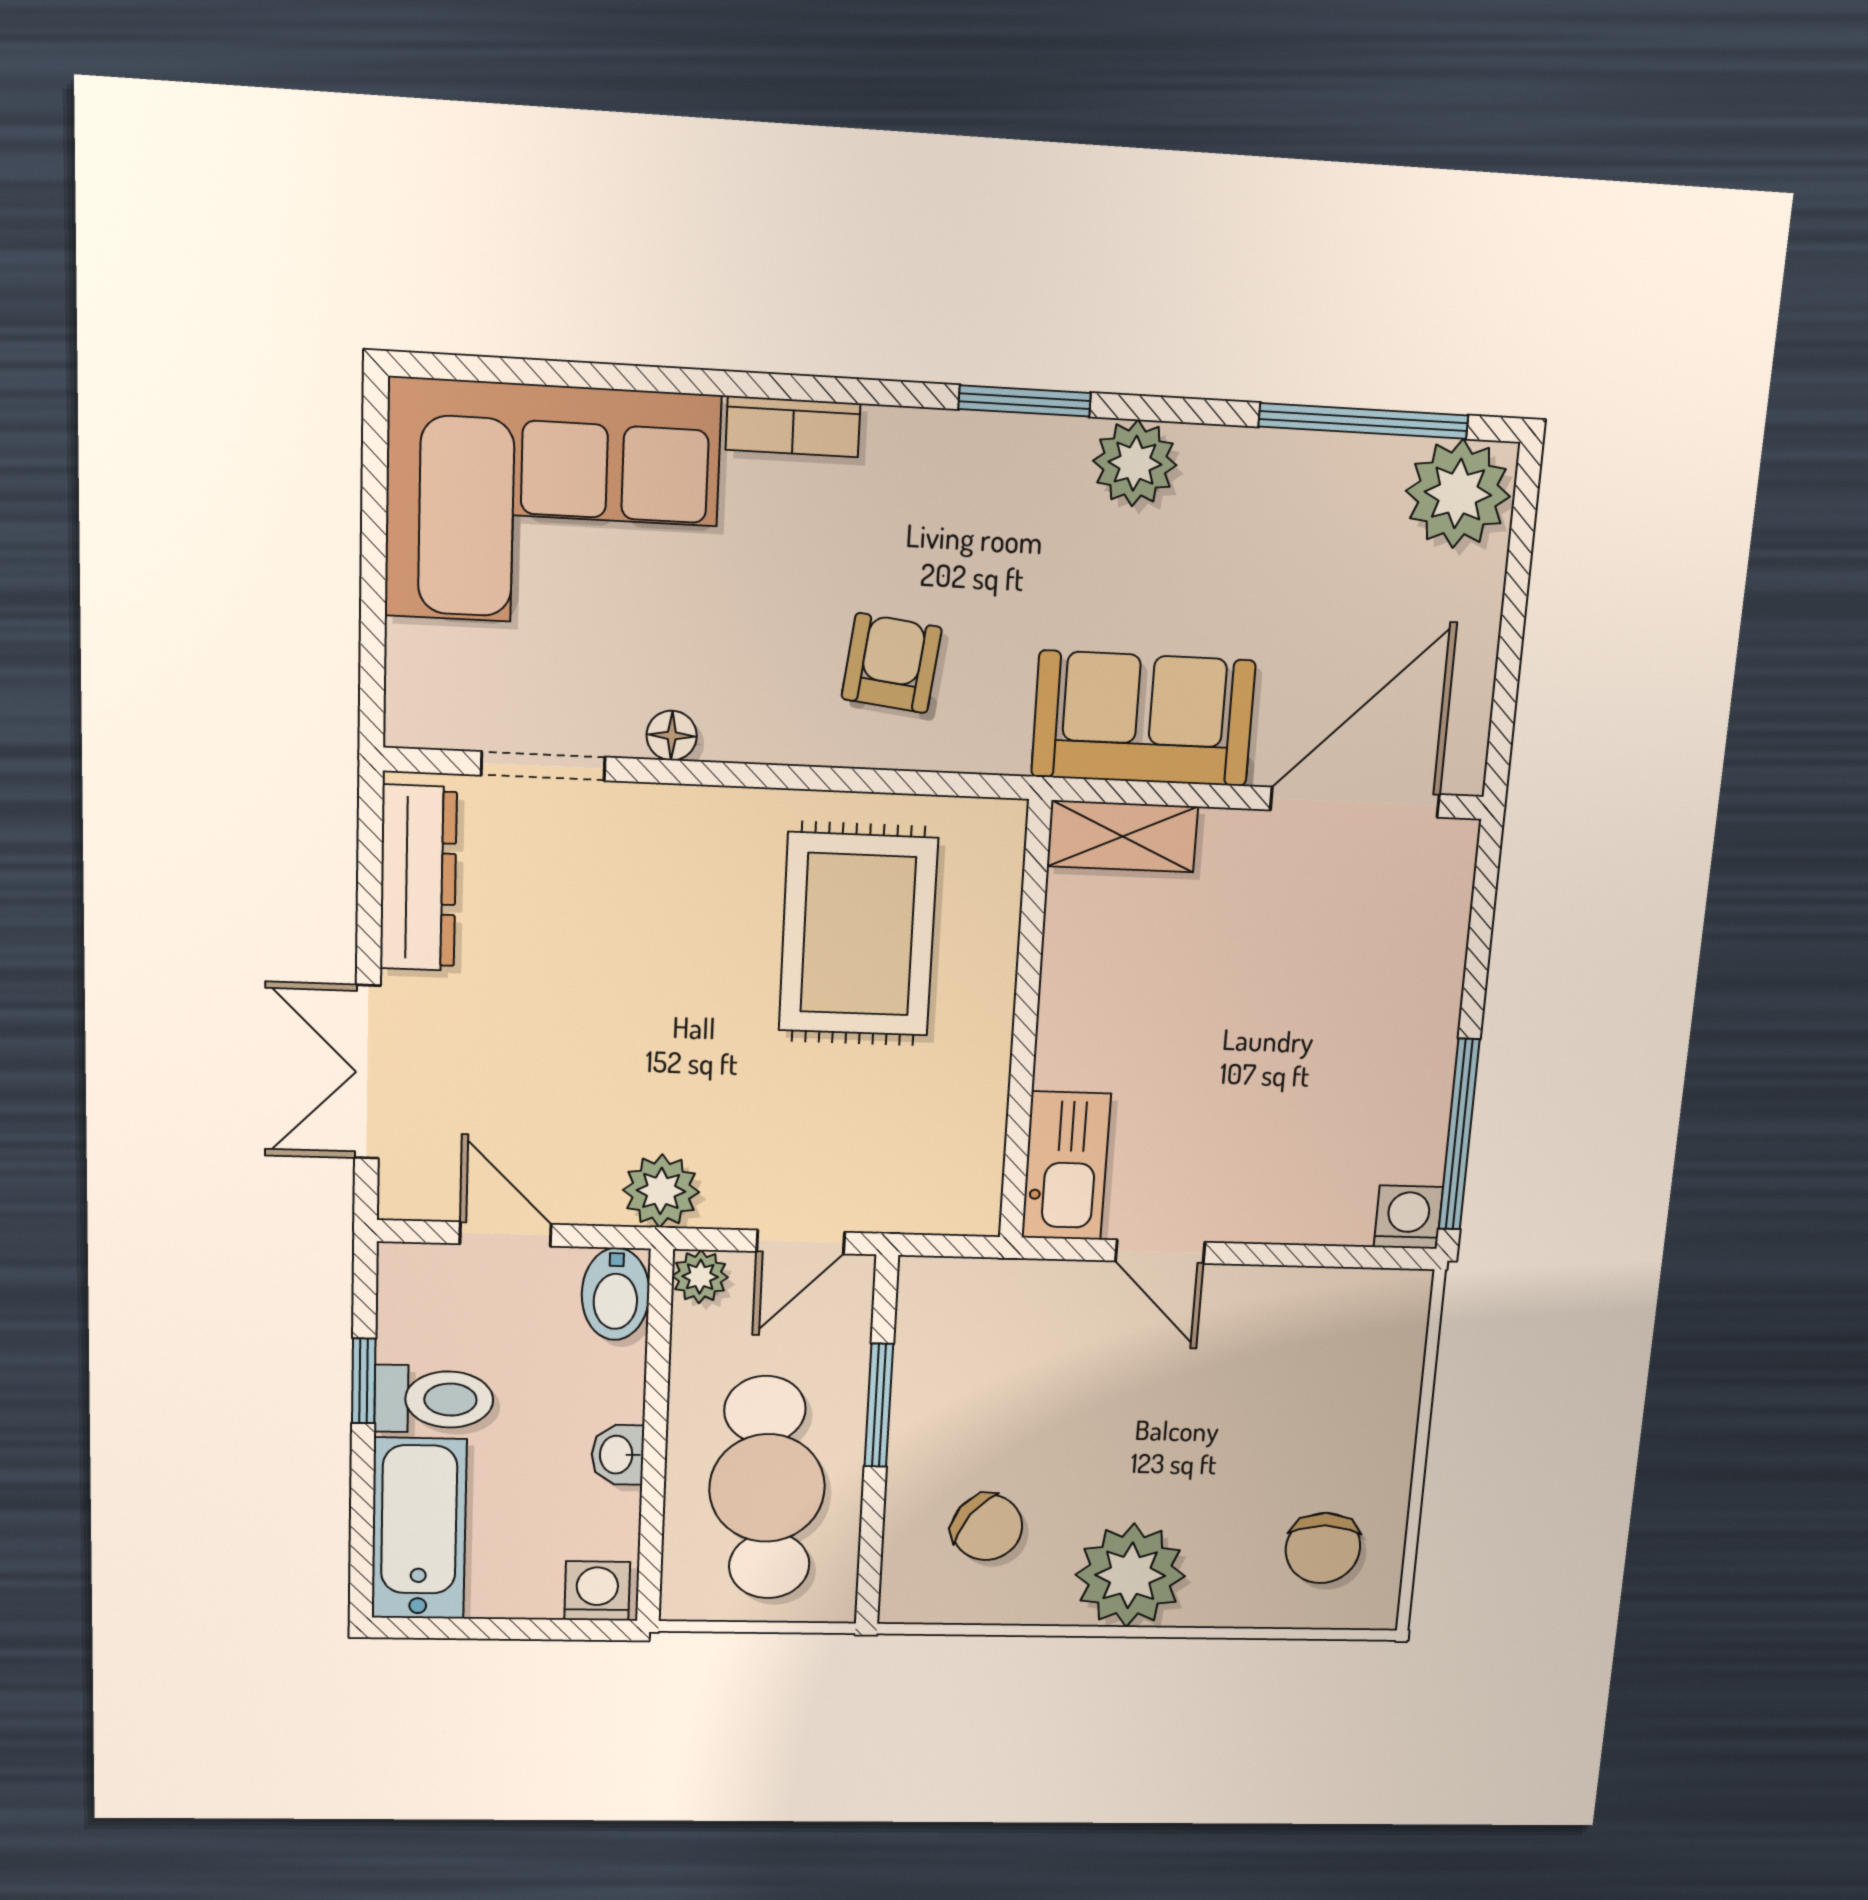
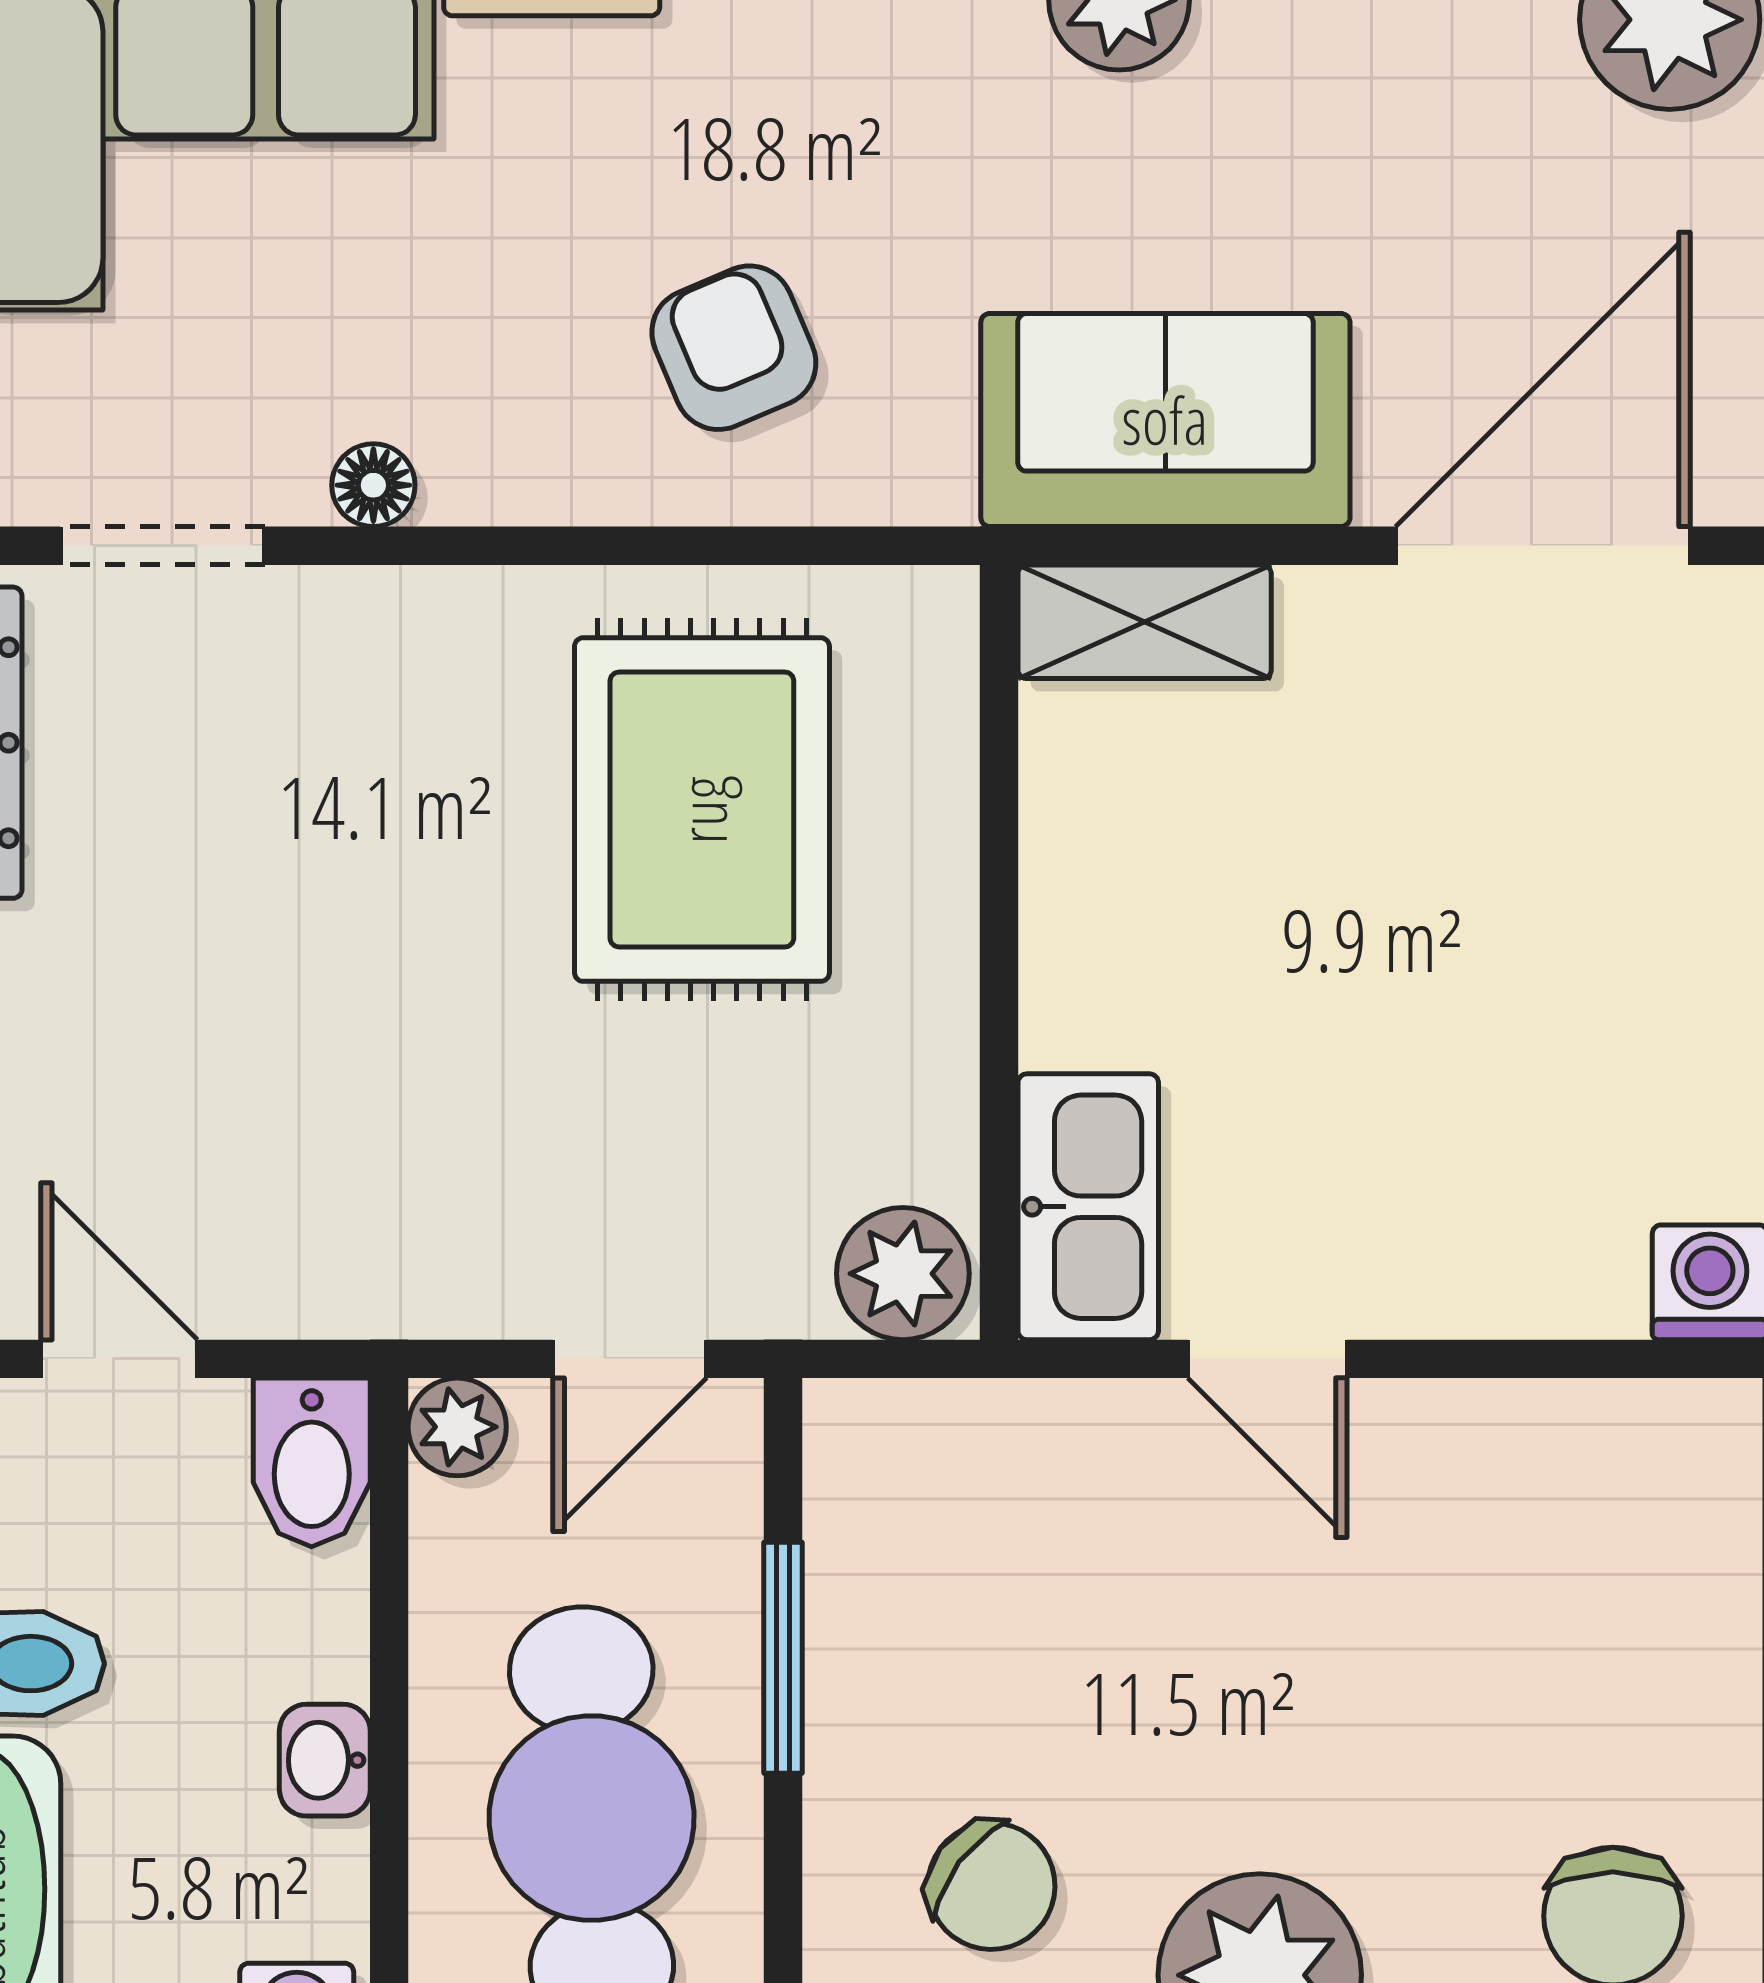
armchair: (892, 663) -> (734, 348), turned -30
plant: (661, 1191) -> (903, 1274), moved

